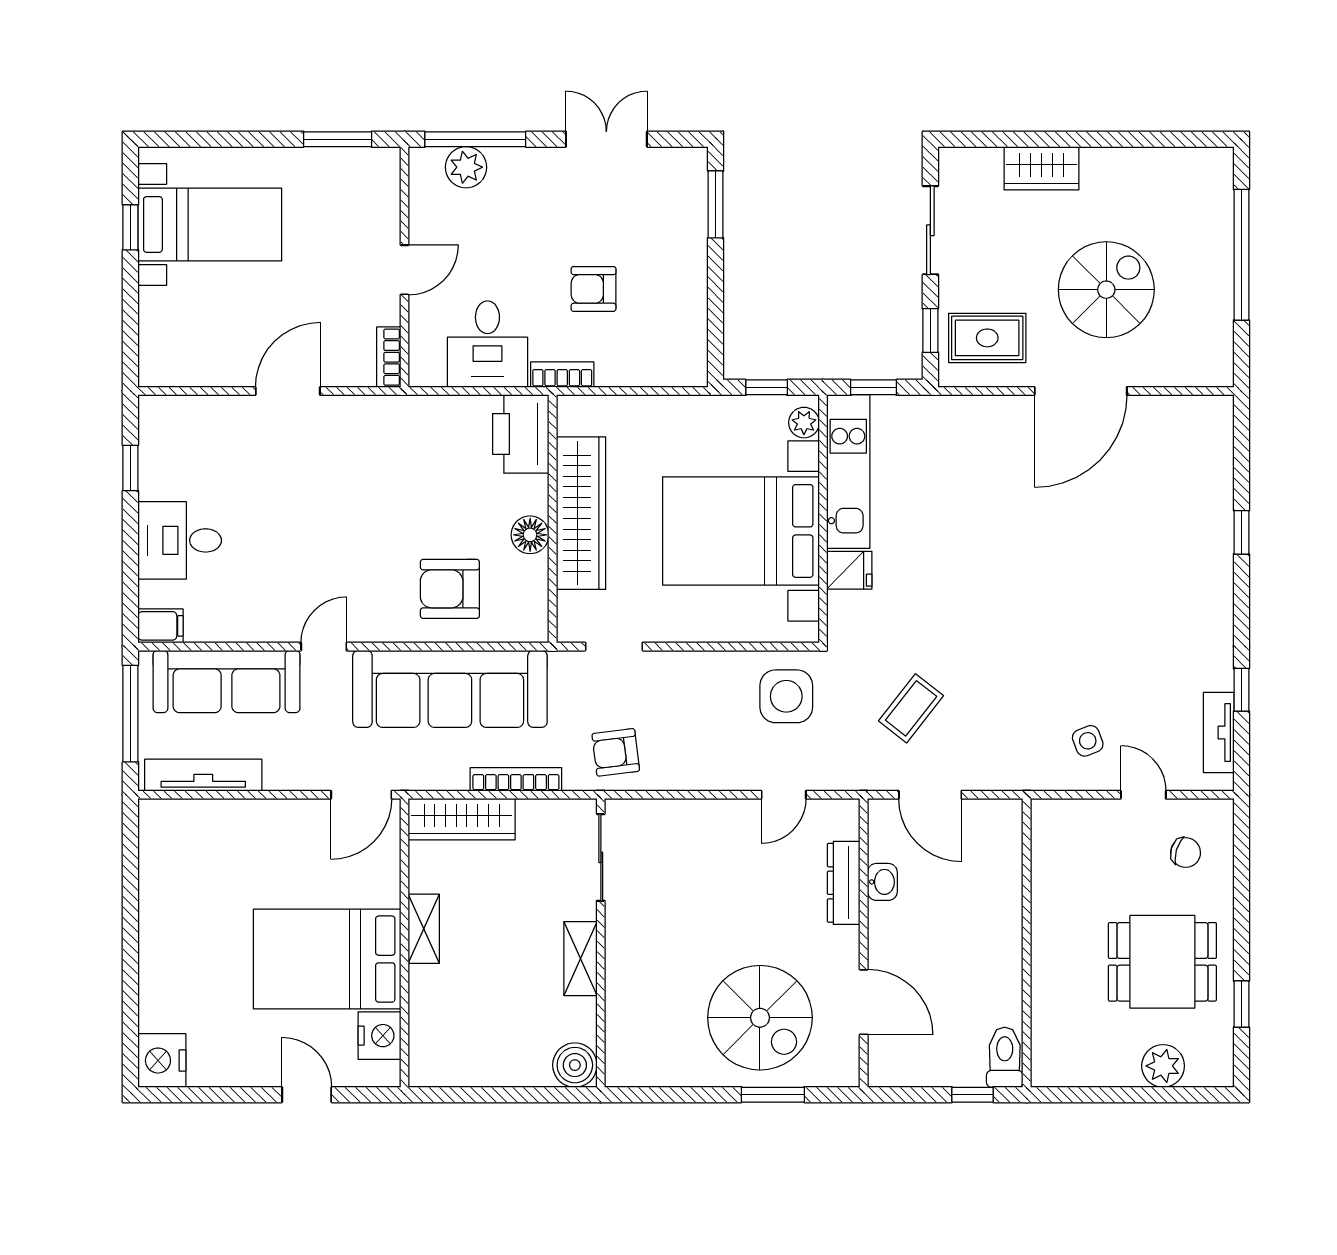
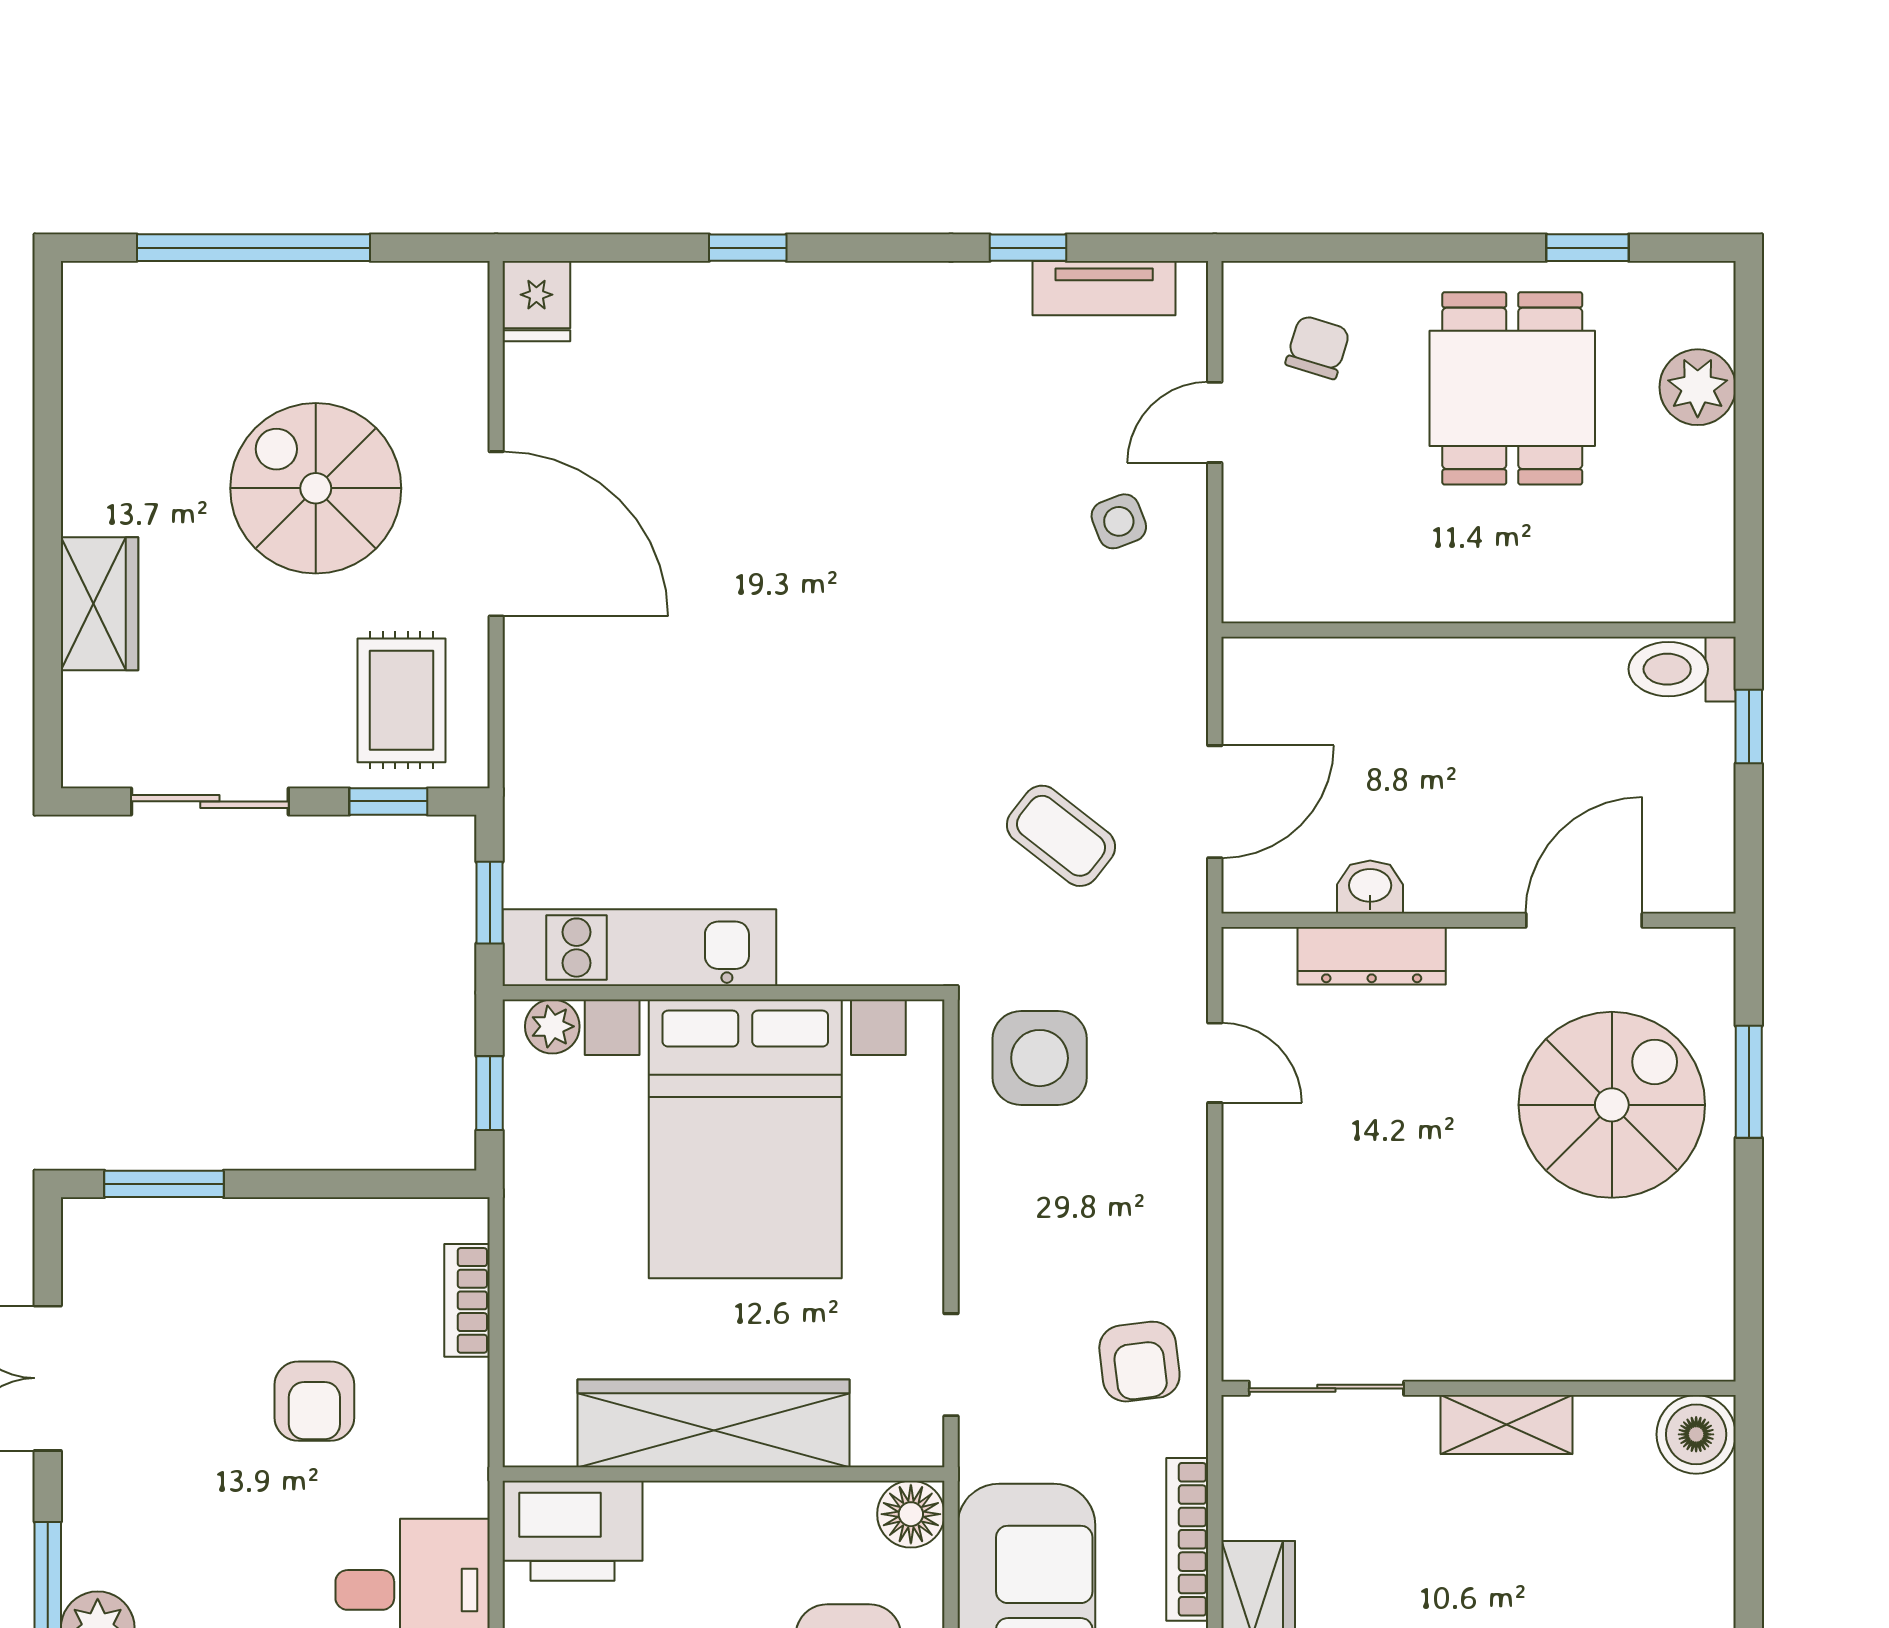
bookcase: (562, 375) -> (467, 1300), moved
floor lamp: (530, 535) -> (911, 1514), moved
fridge: (849, 570) -> (536, 301), moved, turned 180

